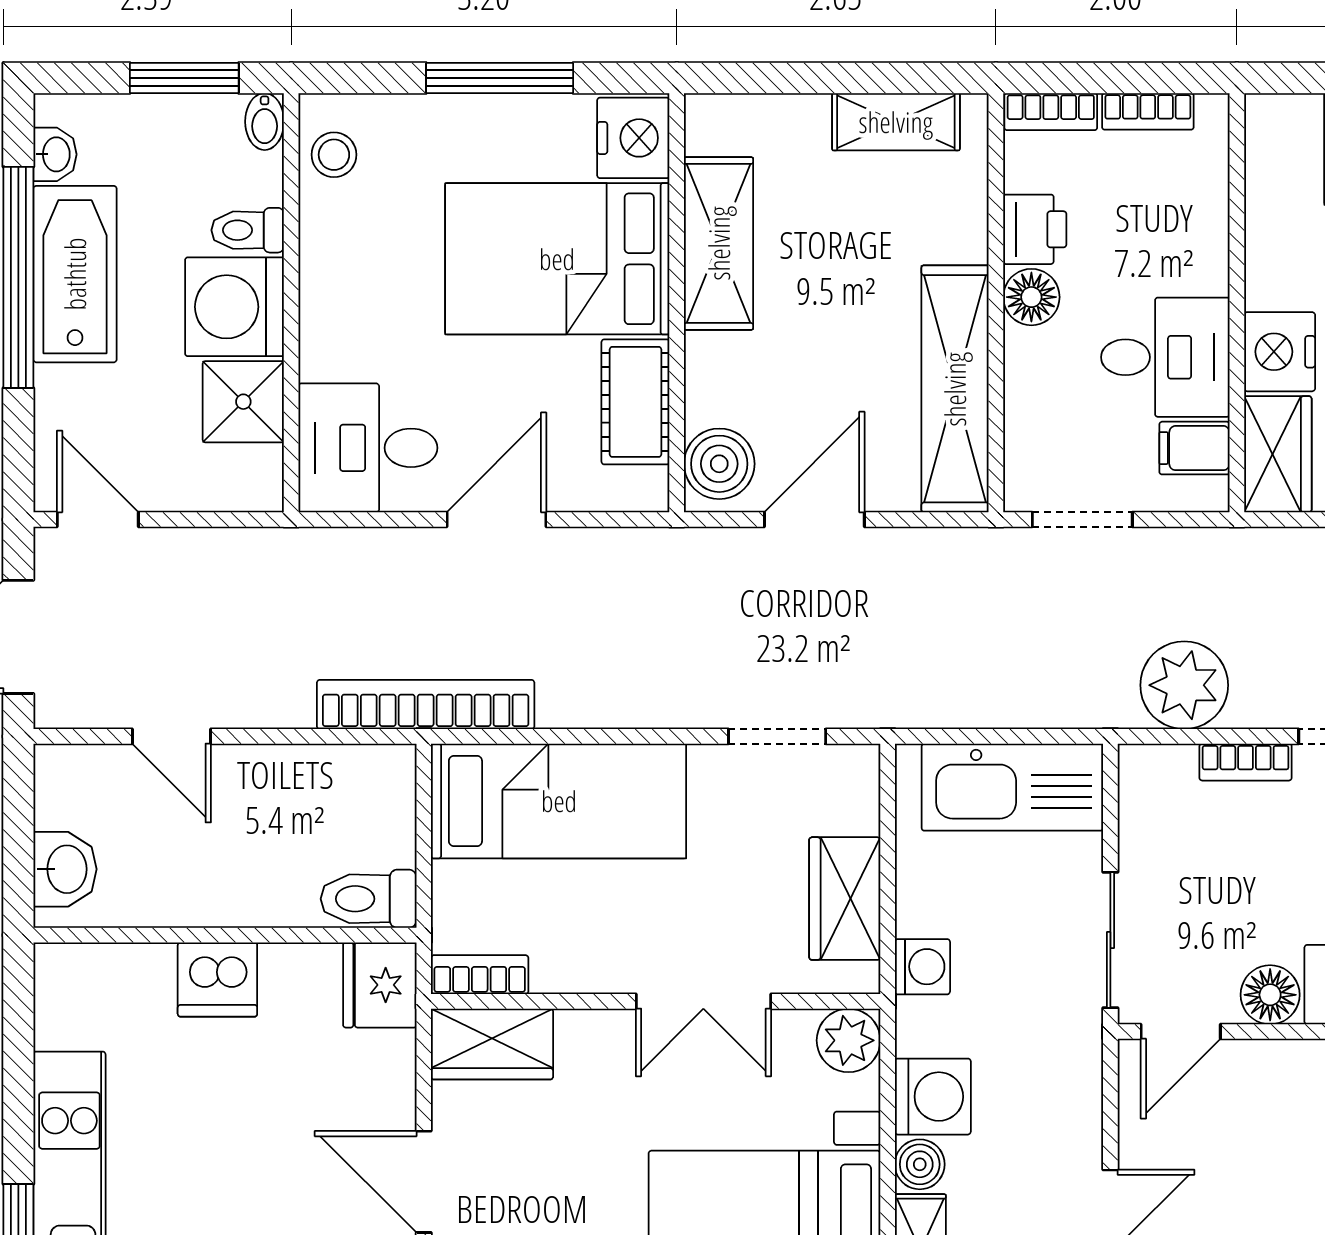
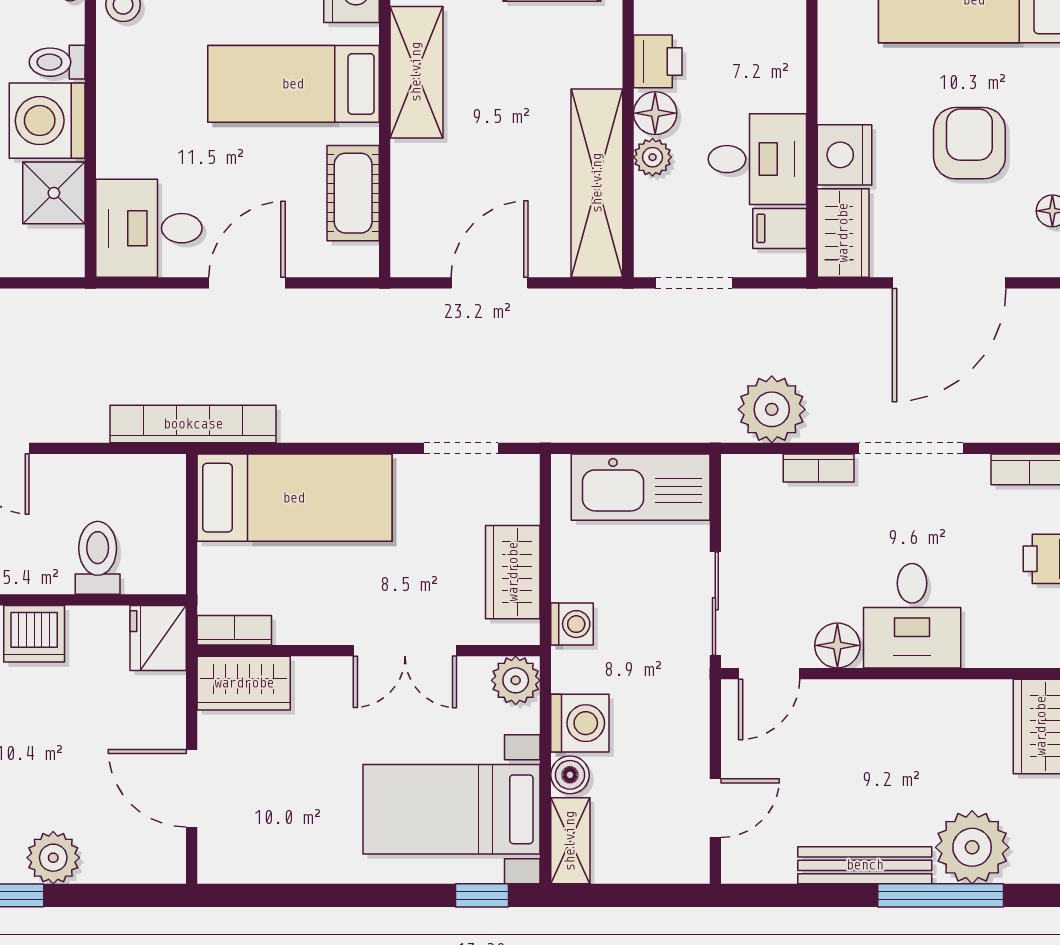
bed: (557, 259) -> (293, 84), width x0.67
plant: (1028, 355) -> (653, 157), added
boiler: (719, 464) -> (417, 240), removed
toilet: (369, 899) -> (98, 558), moved, turned 90

